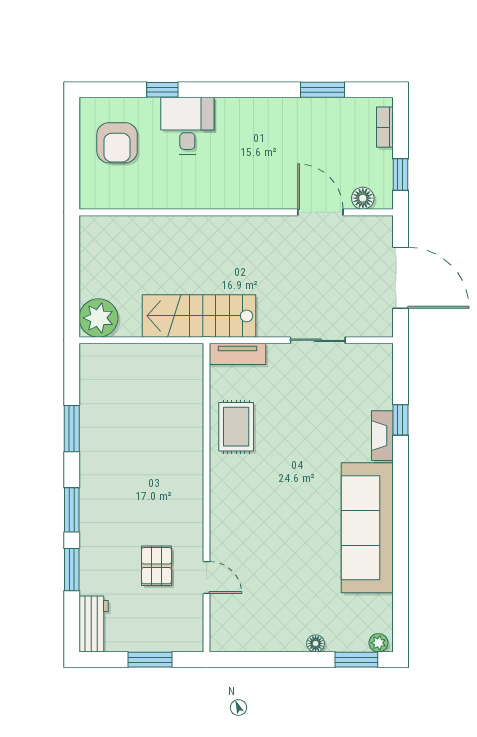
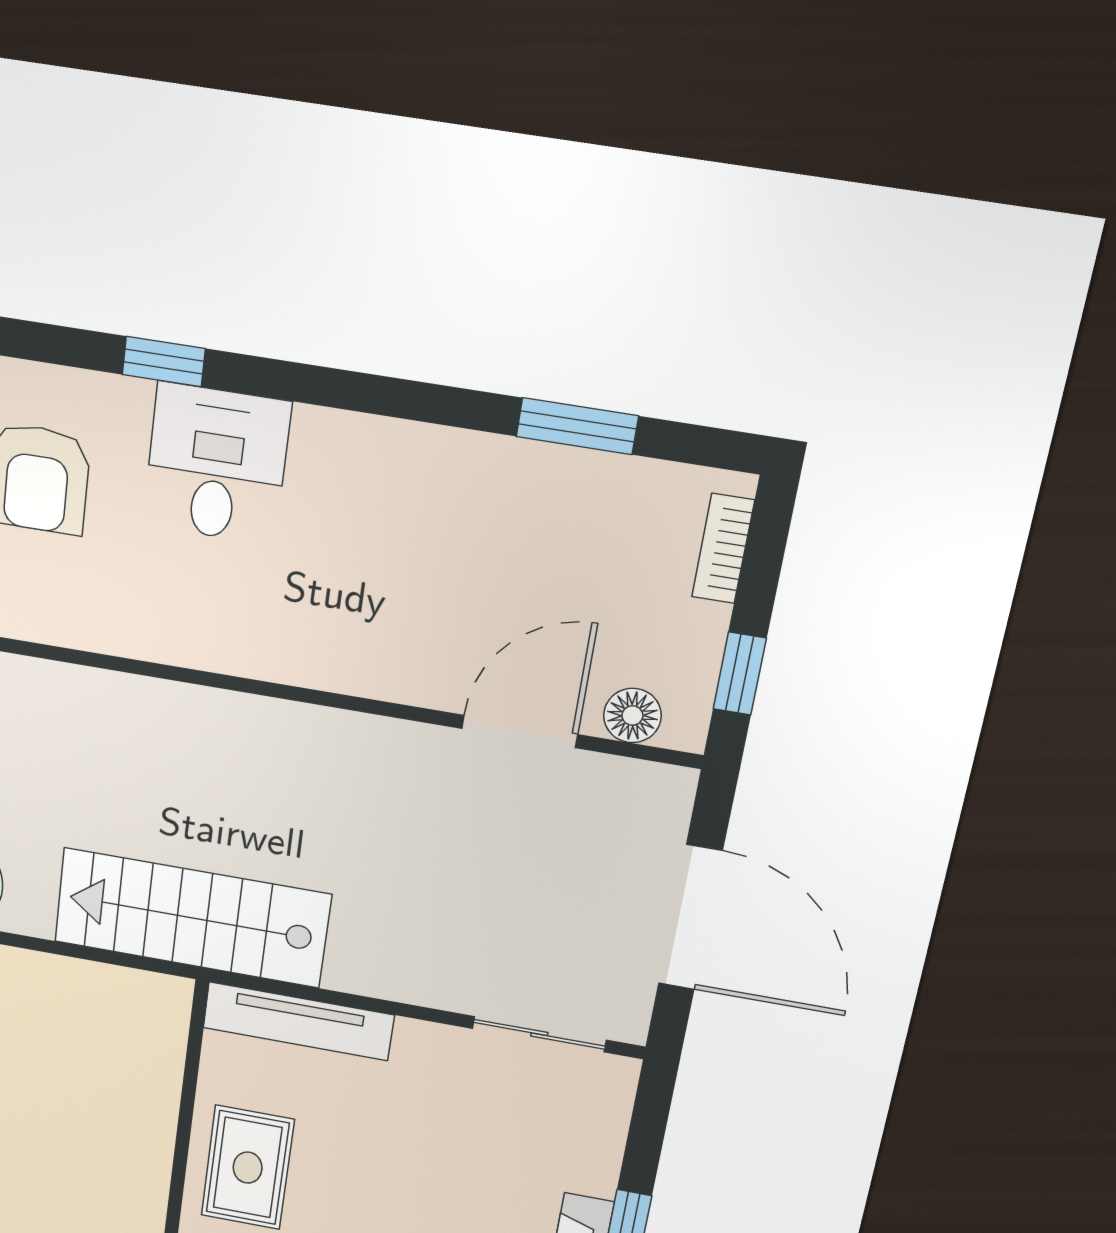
door: (320, 212) -> (520, 731), hinge flipped
sliding door: (318, 340) -> (539, 1034), moved
tv unit: (238, 354) -> (298, 1021), width x1.41

